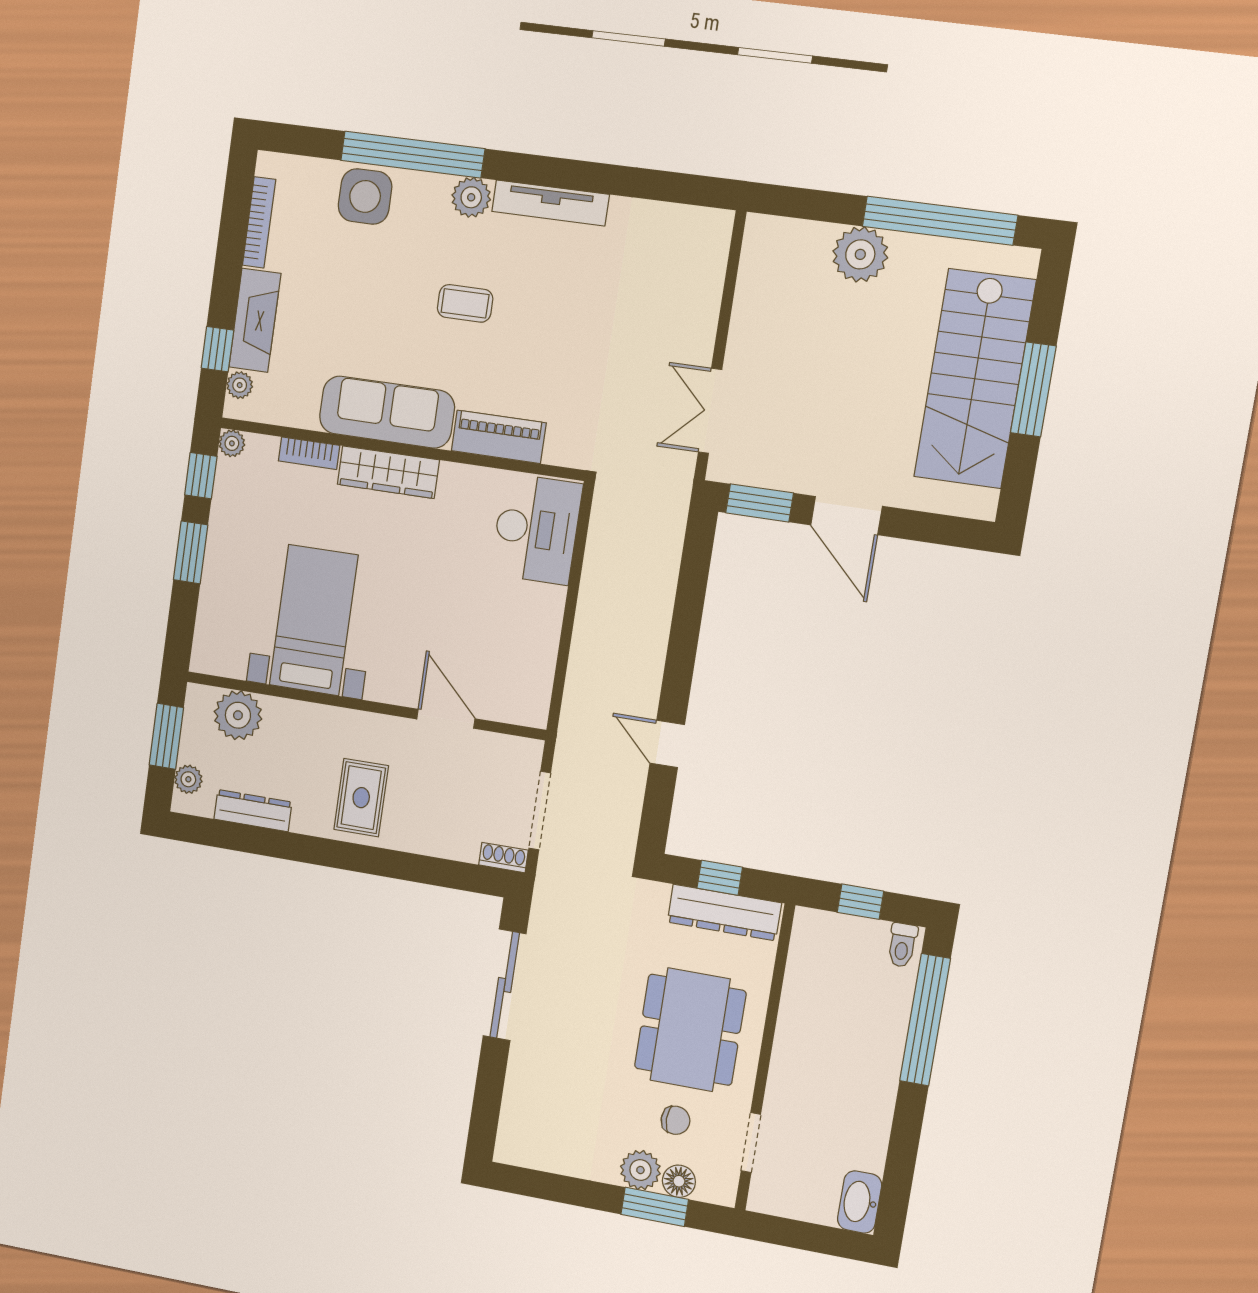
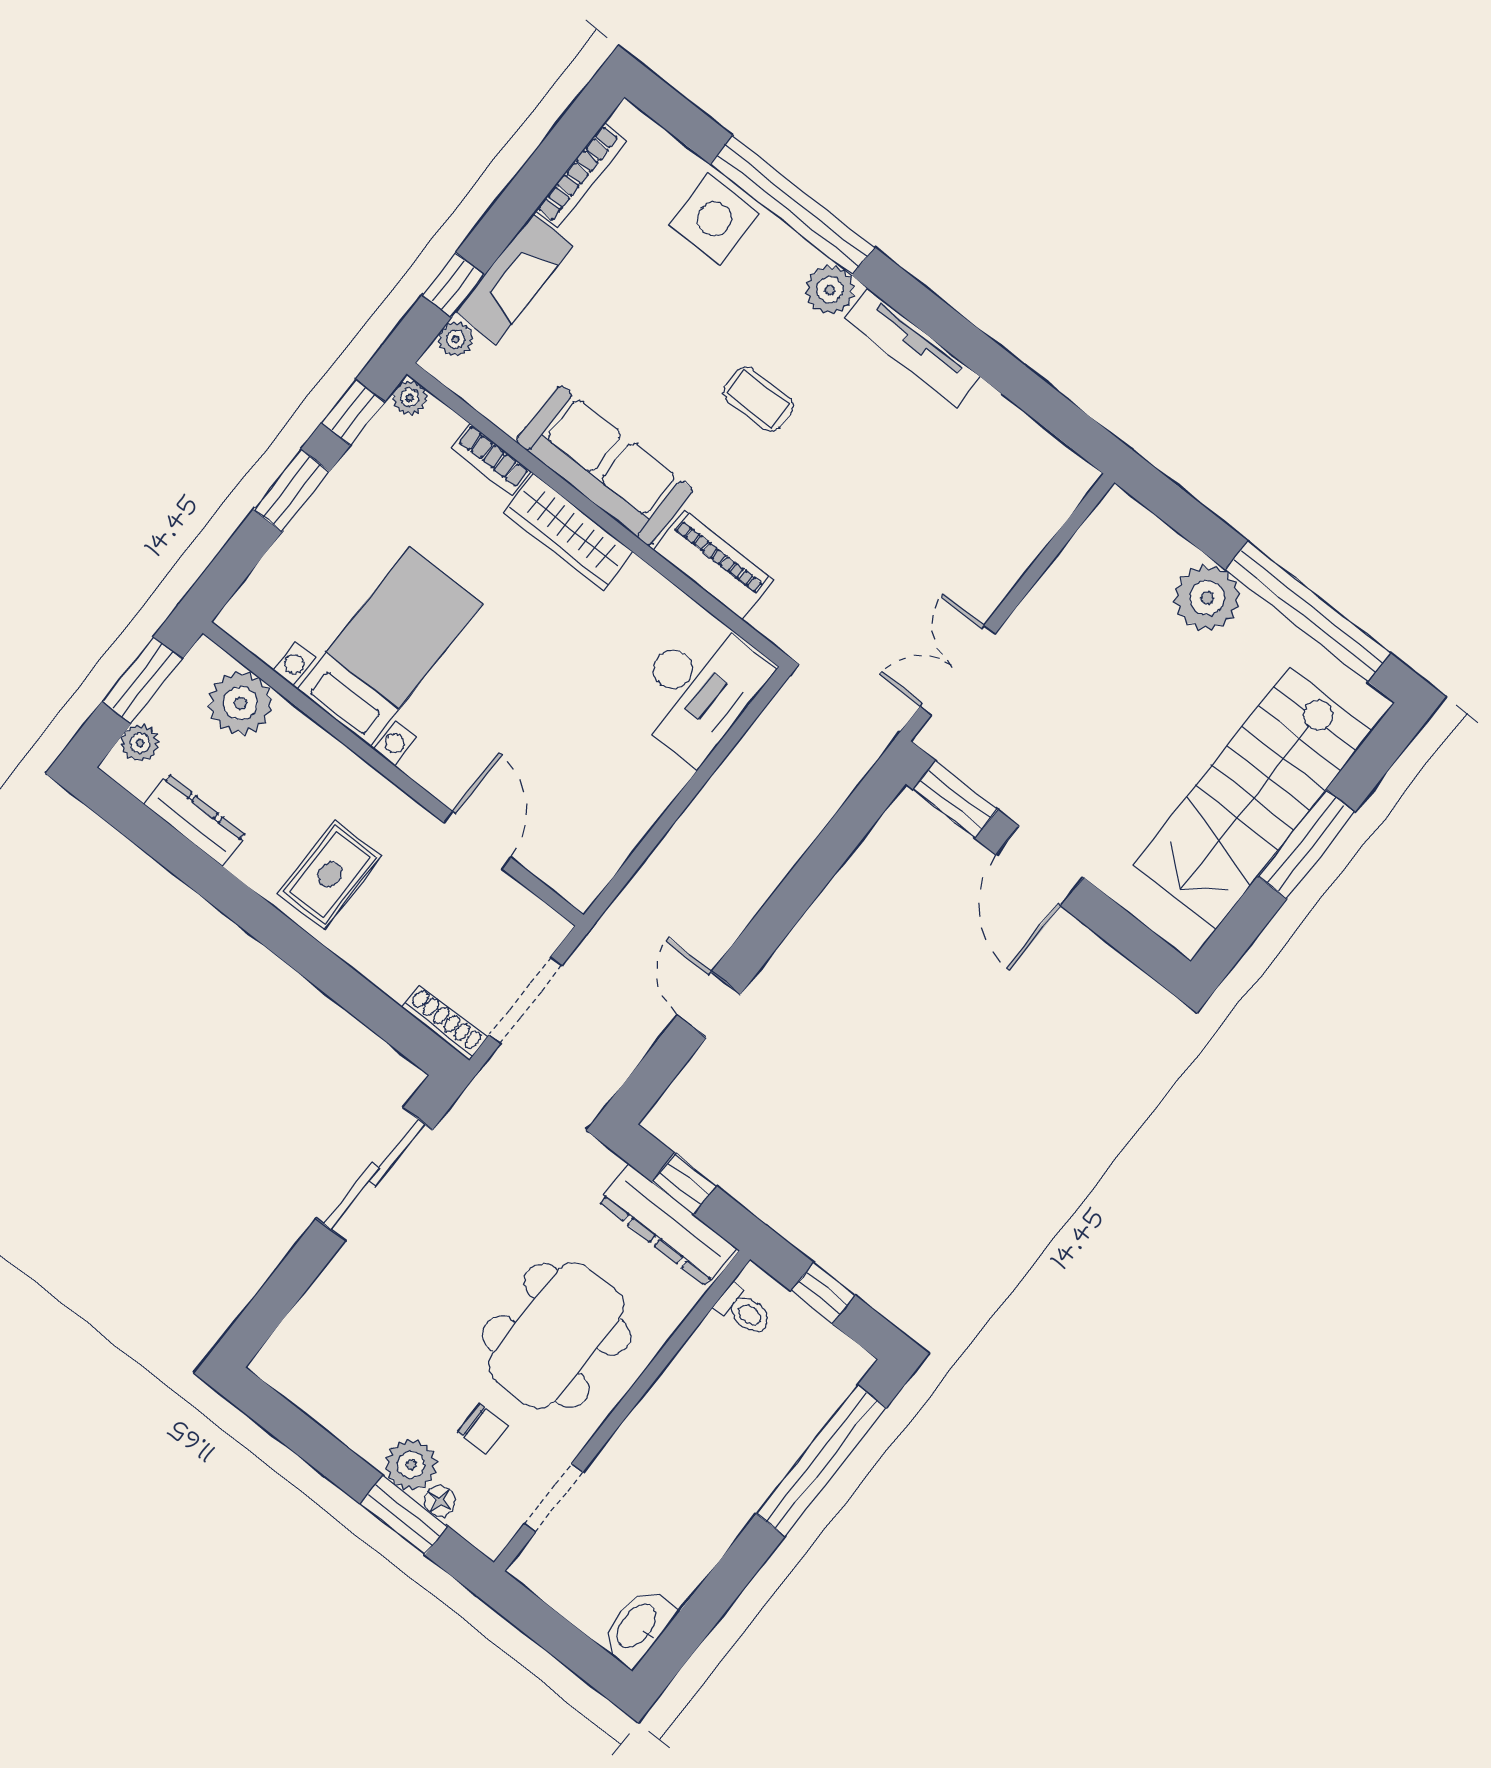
shoe rack: (503, 858) -> (444, 1022), width x1.43
toilet: (902, 945) -> (744, 1310), moved, turned -90
floor lamp: (679, 1181) -> (440, 1501), width x0.73, depth x0.73

